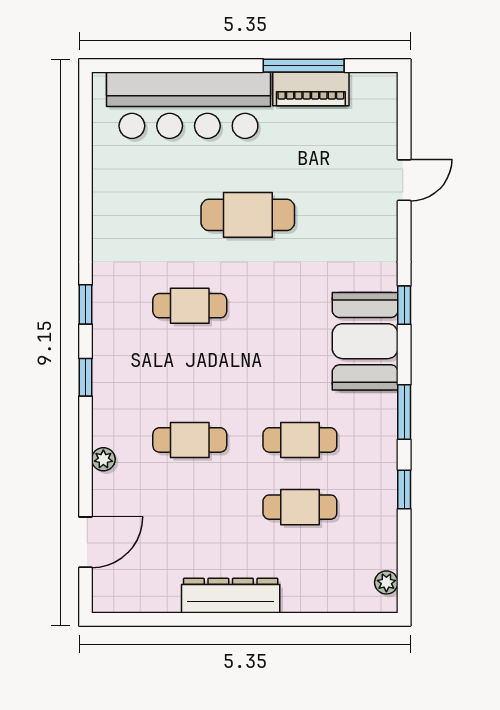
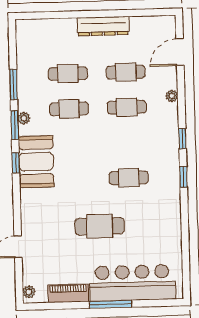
window: (304, 66) -> (110, 304), moved
plant: (386, 94) -> (29, 292), added
window: (404, 305) -> (16, 163), moved
window: (404, 489) -> (14, 84), width x1.50
cafe table: (190, 507) -> (126, 72), added
plant: (386, 582) -> (24, 118), moved

